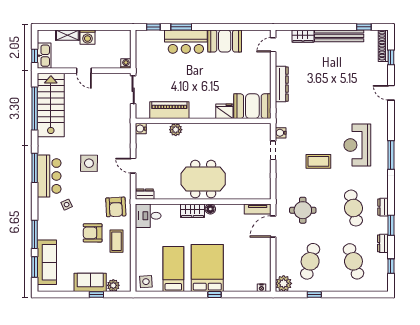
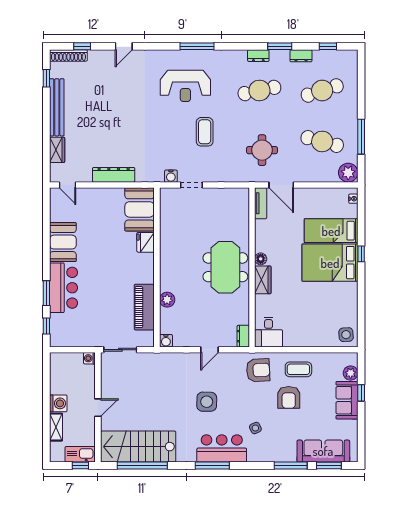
bed: (173, 269) -> (331, 231), moved
window: (314, 294) -> (361, 137), width x2.17

